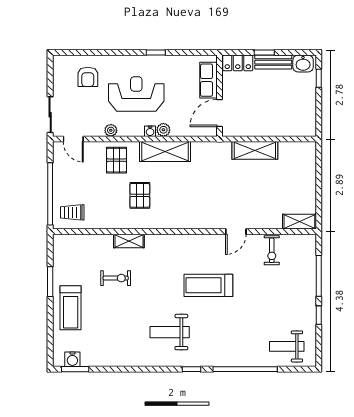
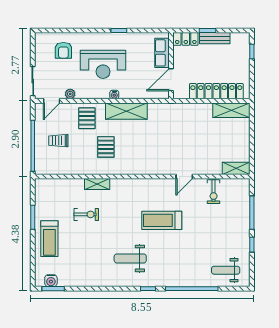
washbasin: (303, 64) -> (239, 39), removed
reception desk: (136, 94) -> (103, 64), turned 180
locker: (275, 127) -> (216, 91), added
plant: (111, 130) -> (70, 94), moved
plant: (163, 130) -> (125, 93), removed
door: (73, 139) -> (52, 101), hinge flipped
shelving: (255, 150) -> (231, 110), moved
trolley: (72, 212) -> (58, 141), moved

